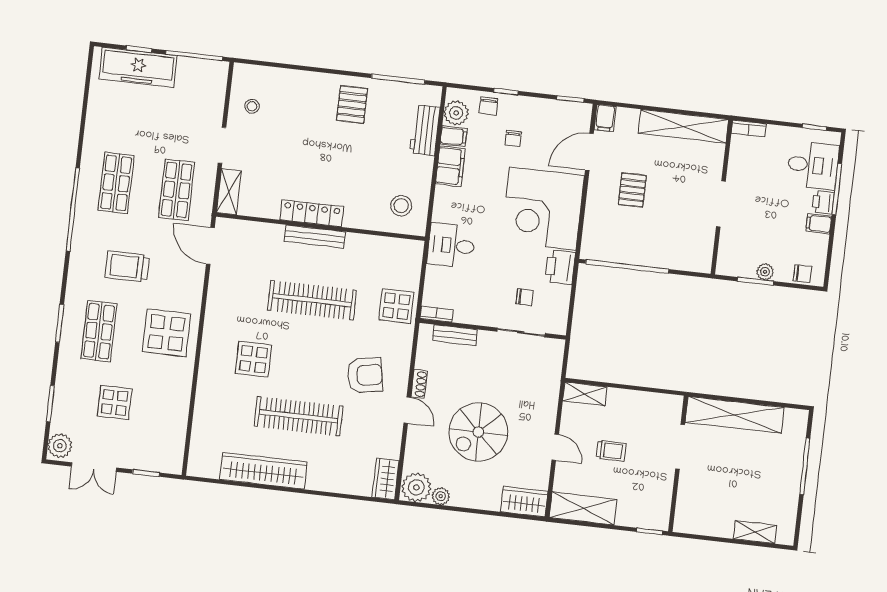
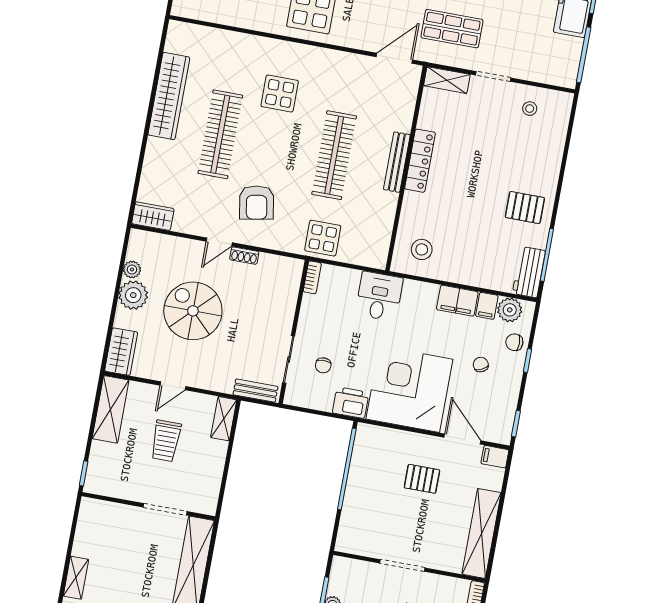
workbench: (425, 130) -> (529, 272), moved, turned -90
chair: (513, 138) -> (481, 365), turned 64
bench: (455, 335) -> (255, 391), moved, turned 90
trolley: (611, 451) -> (166, 441), width x1.36, depth x1.39
plant: (416, 487) -> (133, 295), moved

